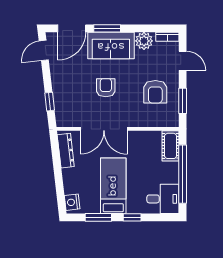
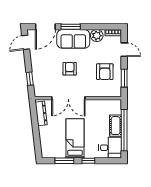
cot: (171, 146) -> (116, 126), moved
nightstand: (72, 202) -> (46, 150), removed

